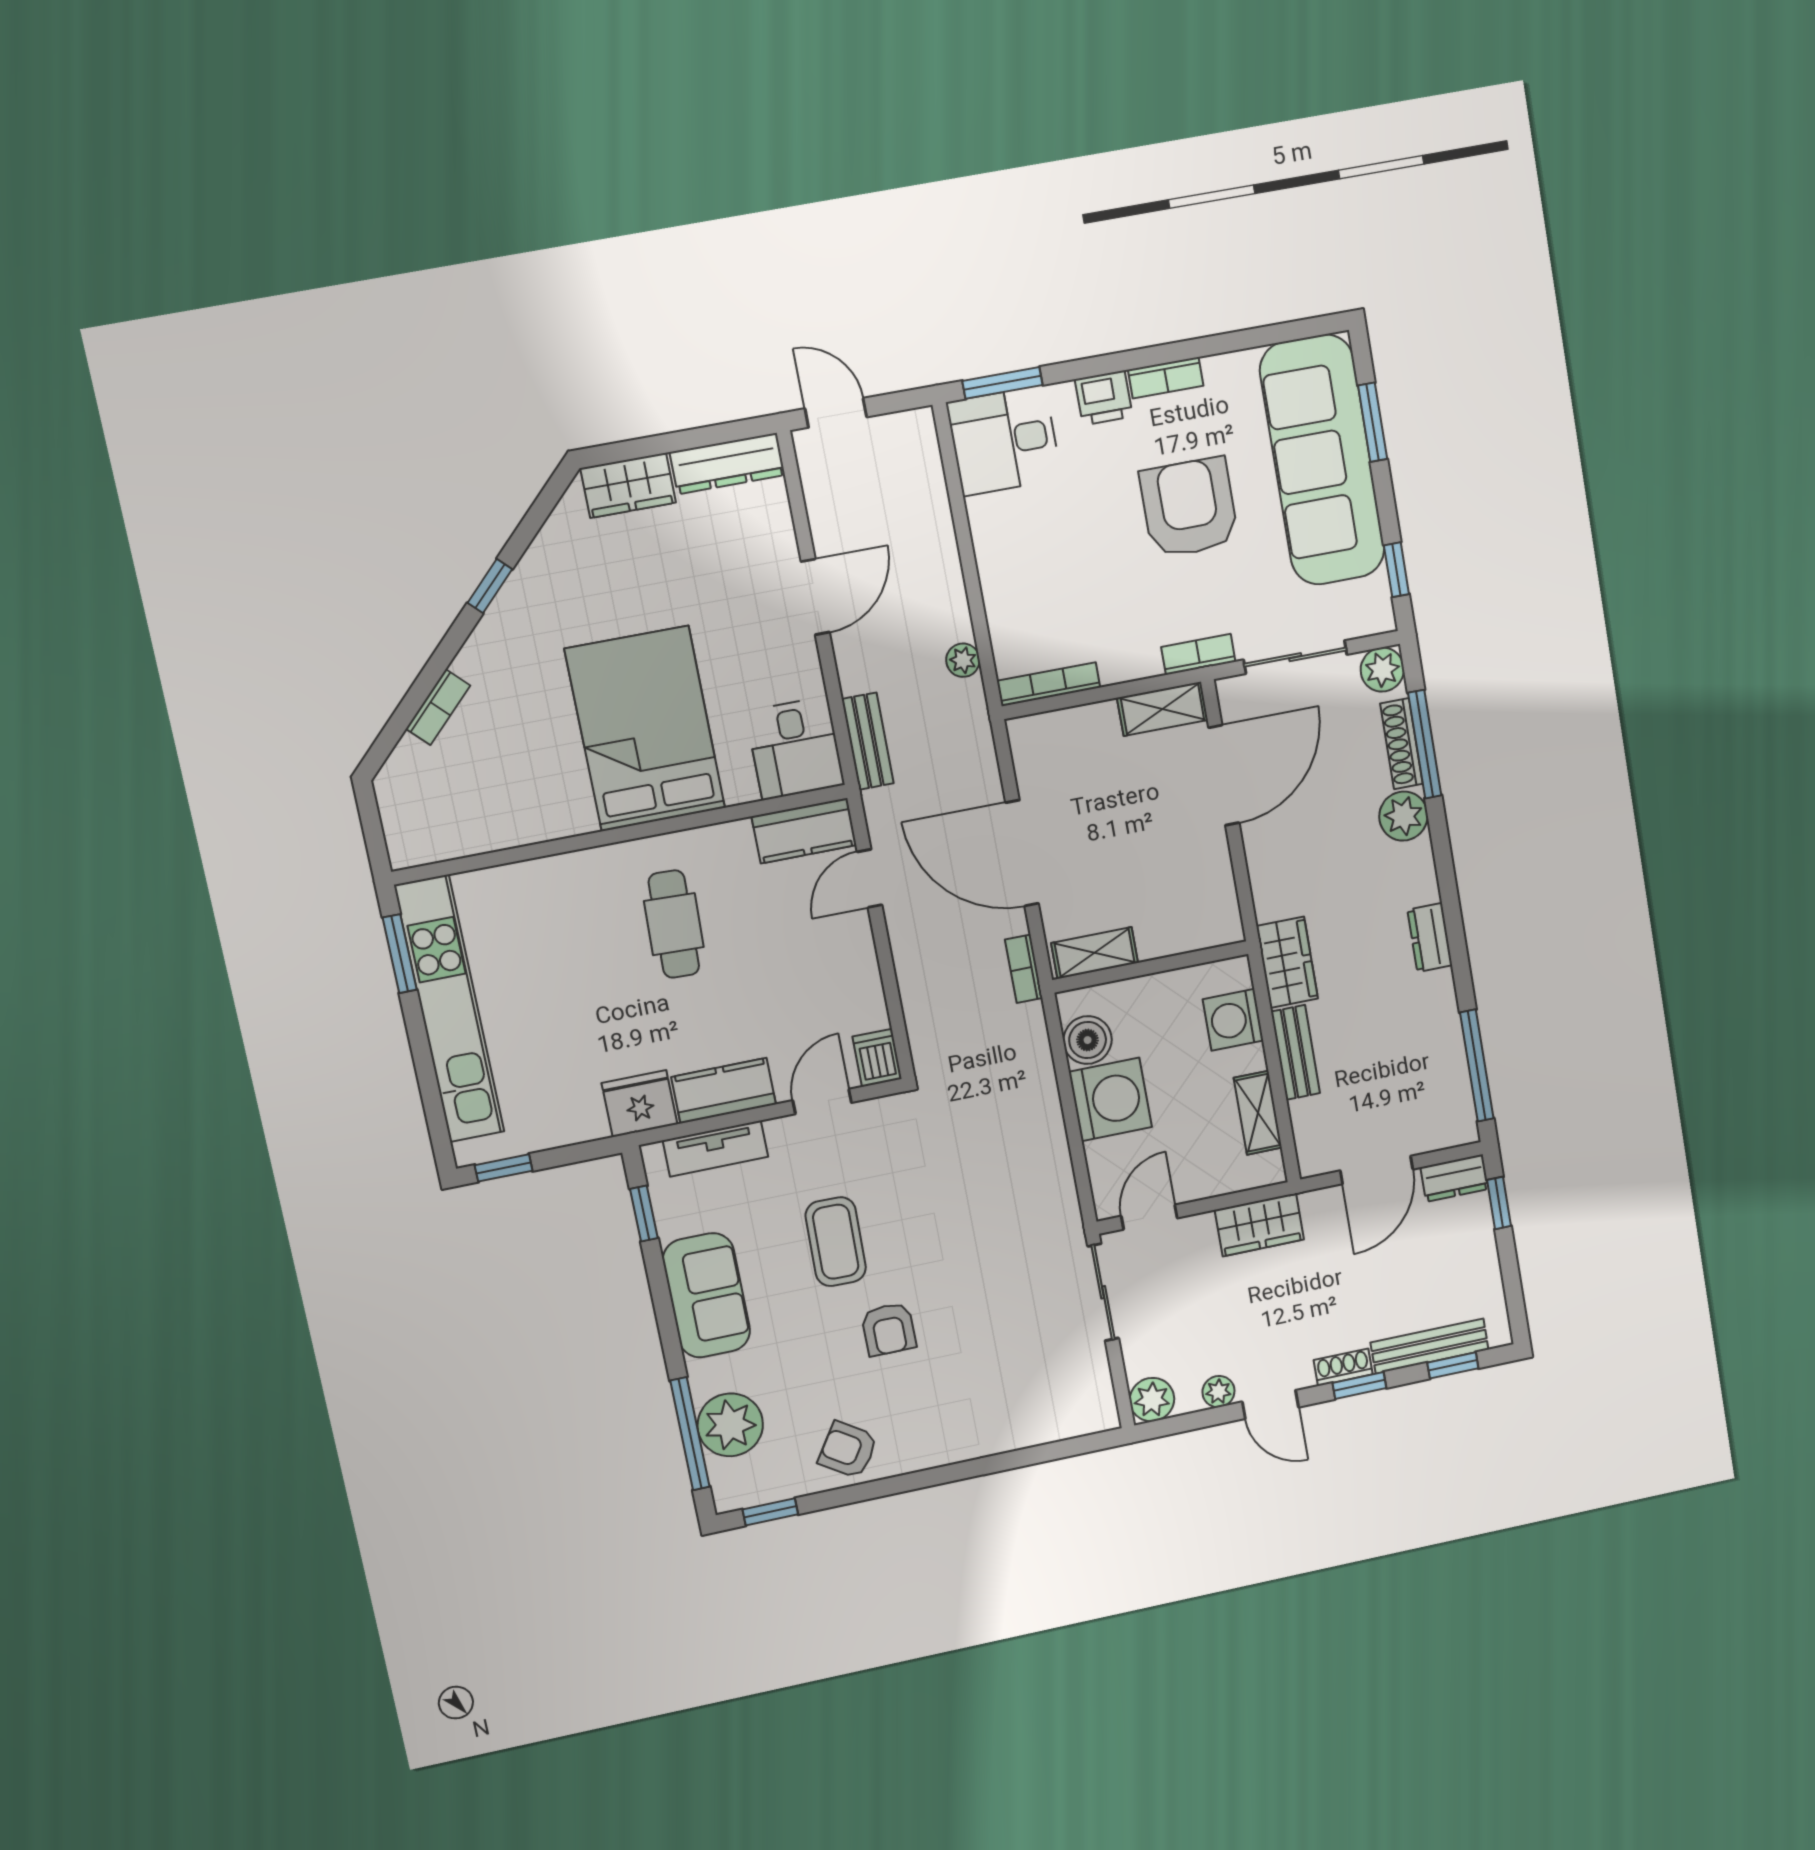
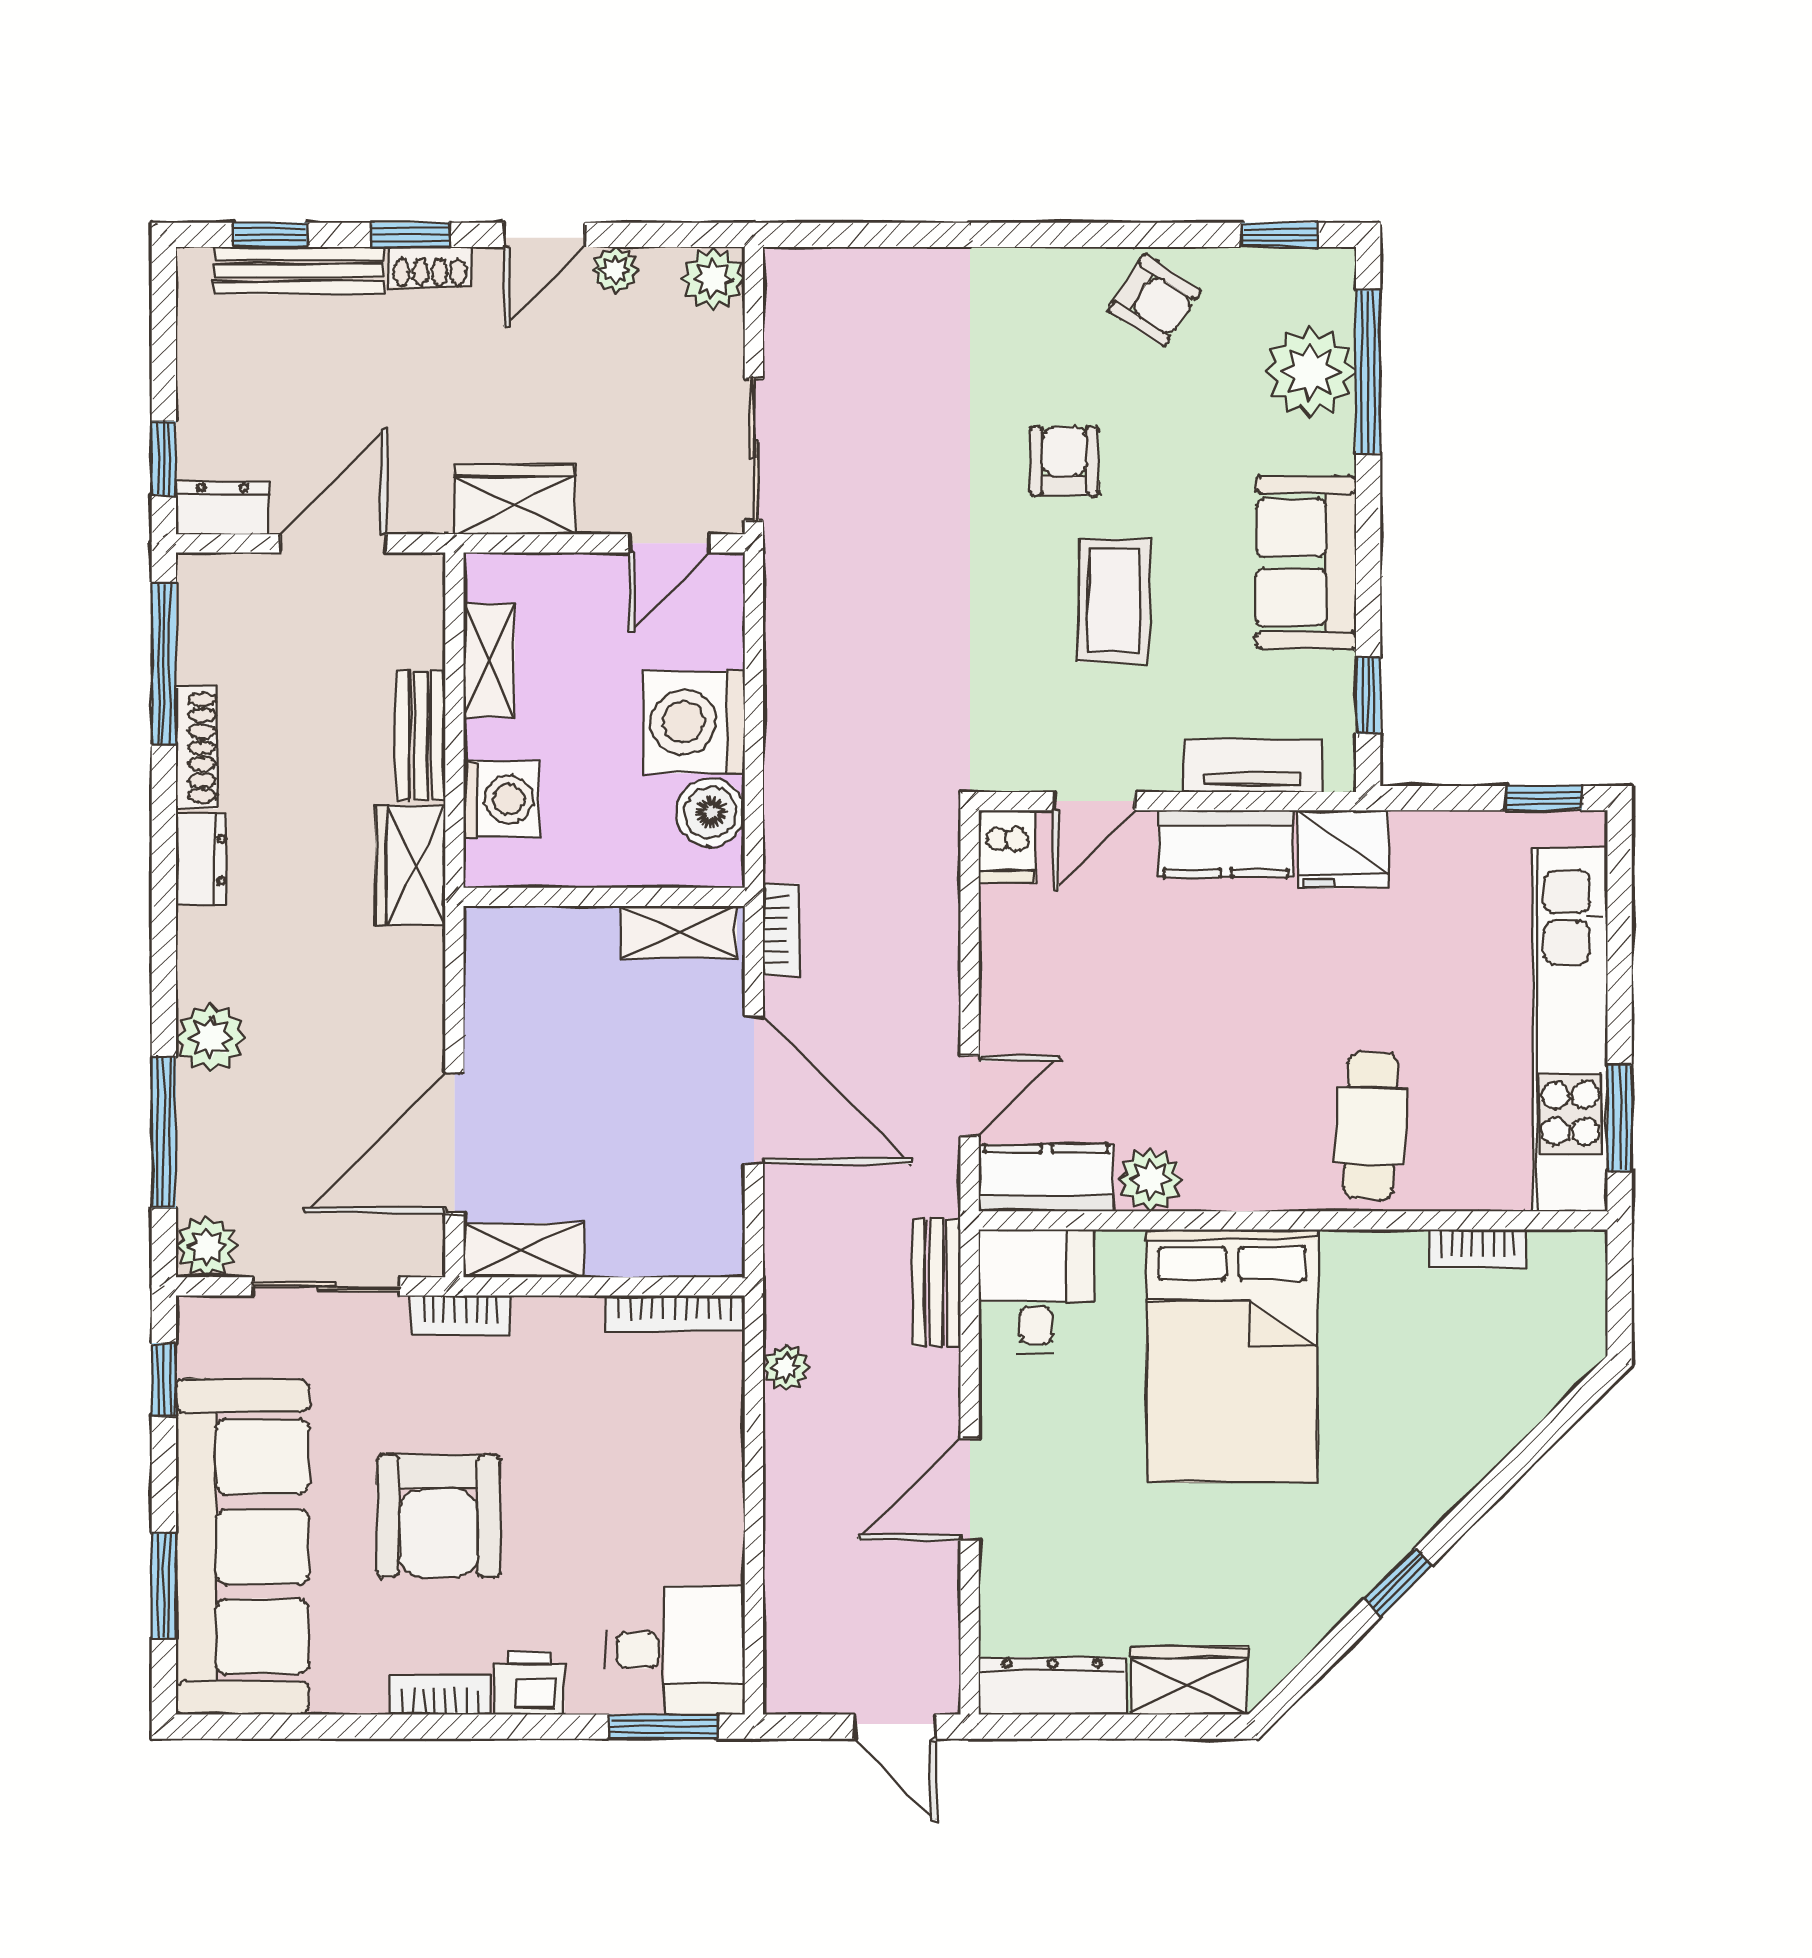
bookcase: (438, 707) -> (1478, 1249), moved, turned -135
shoe rack: (1401, 744) -> (197, 748), moved
plant: (730, 844) -> (1150, 1179), added
cafe table: (674, 924) -> (1371, 1126), moved
door: (1270, 1405) -> (544, 235), swing flipped

